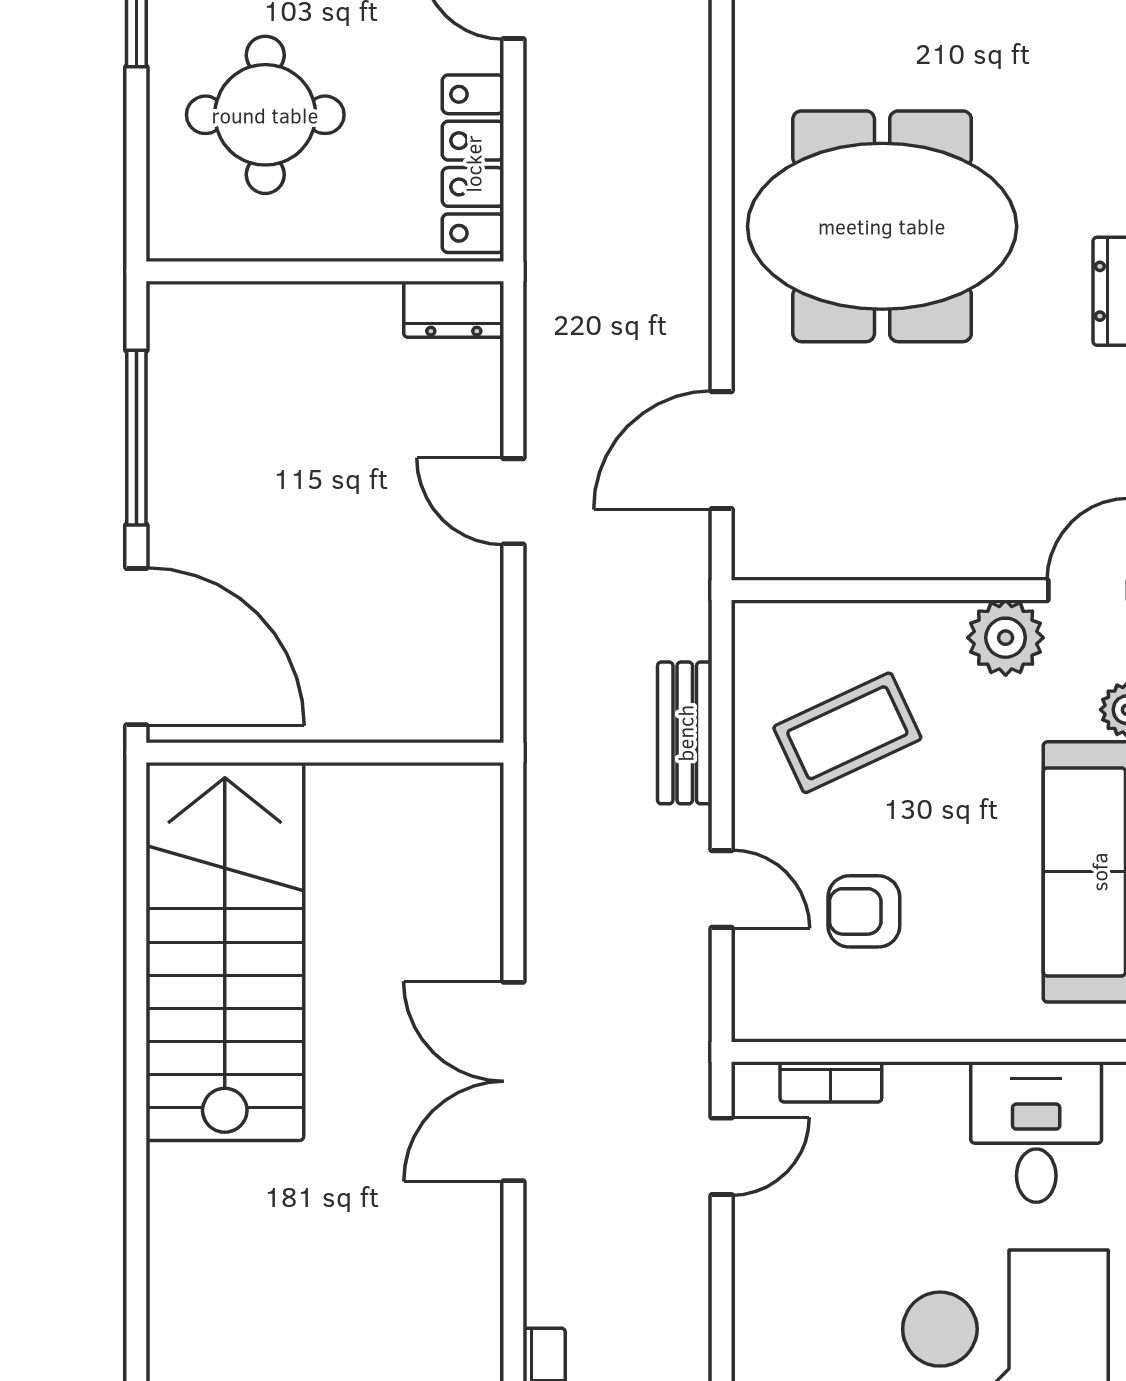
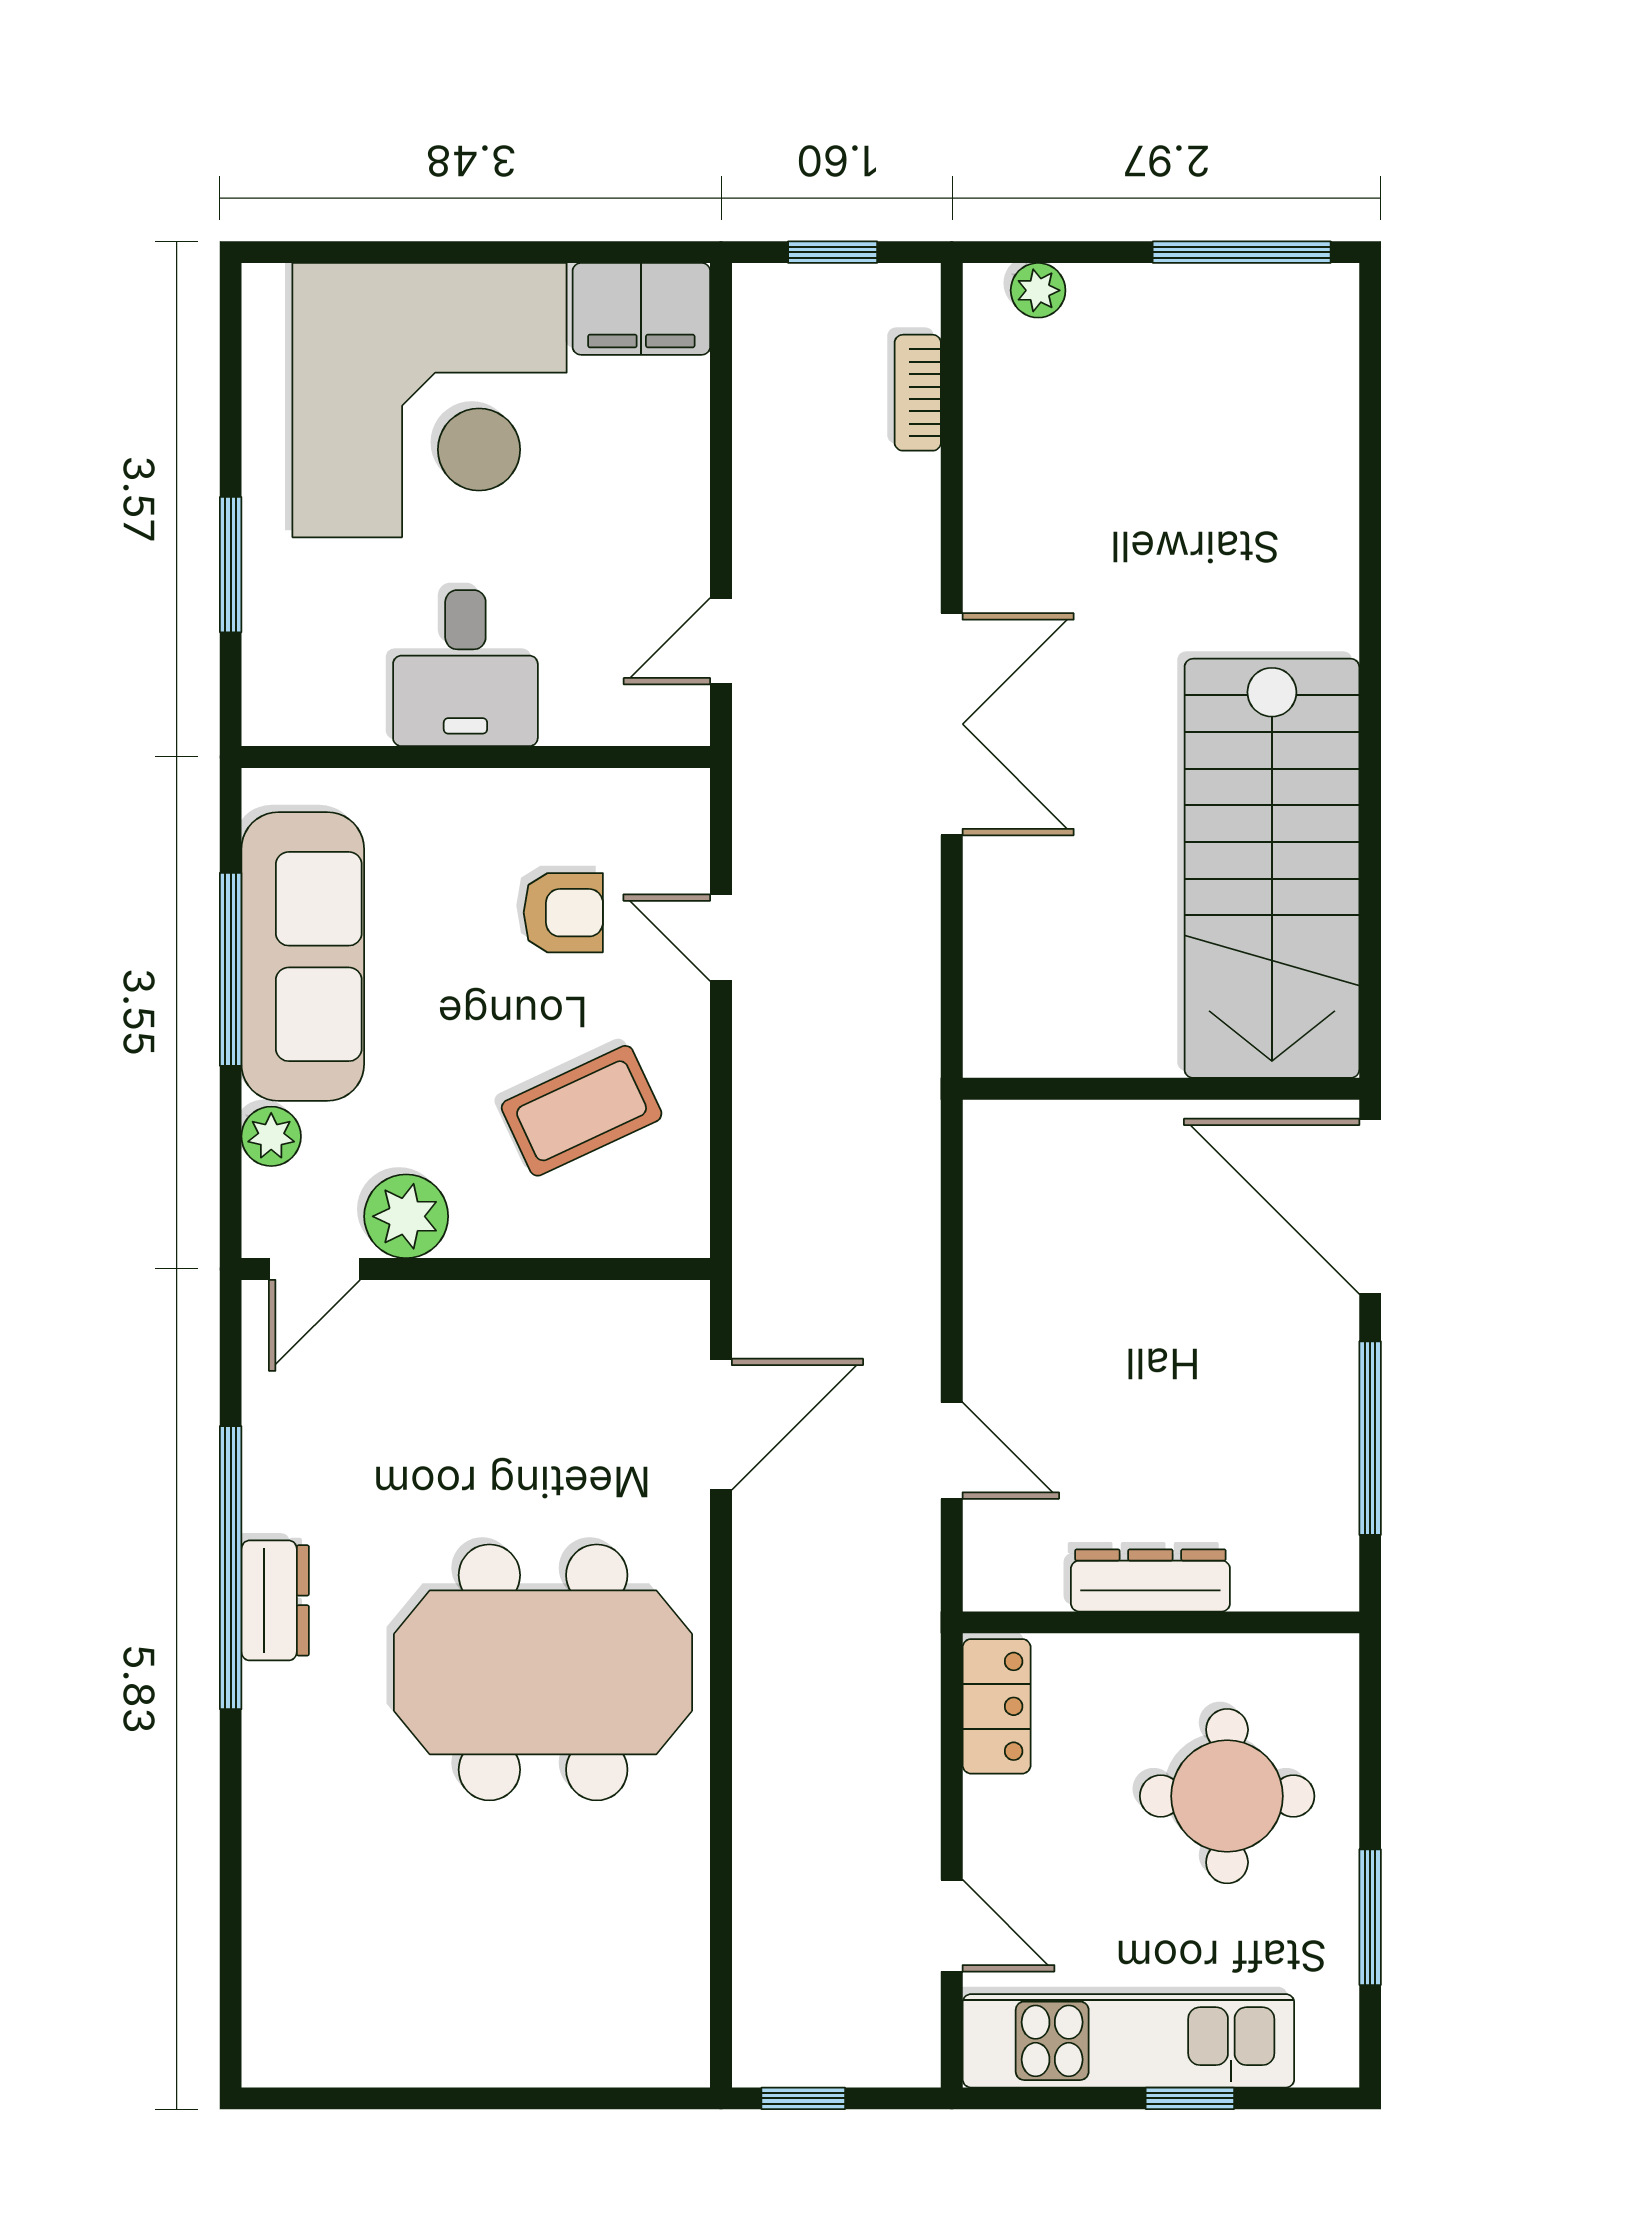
locker: (473, 164) -> (997, 1706), width x0.66
dresser: (454, 309) -> (1150, 1580), moved, width x1.44
door: (513, 501) -> (952, 1451), moved
bench: (685, 733) -> (762, 1111), removed
bookcase: (831, 1082) -> (600, 724), removed
desk: (1036, 1132) -> (465, 668), moved

